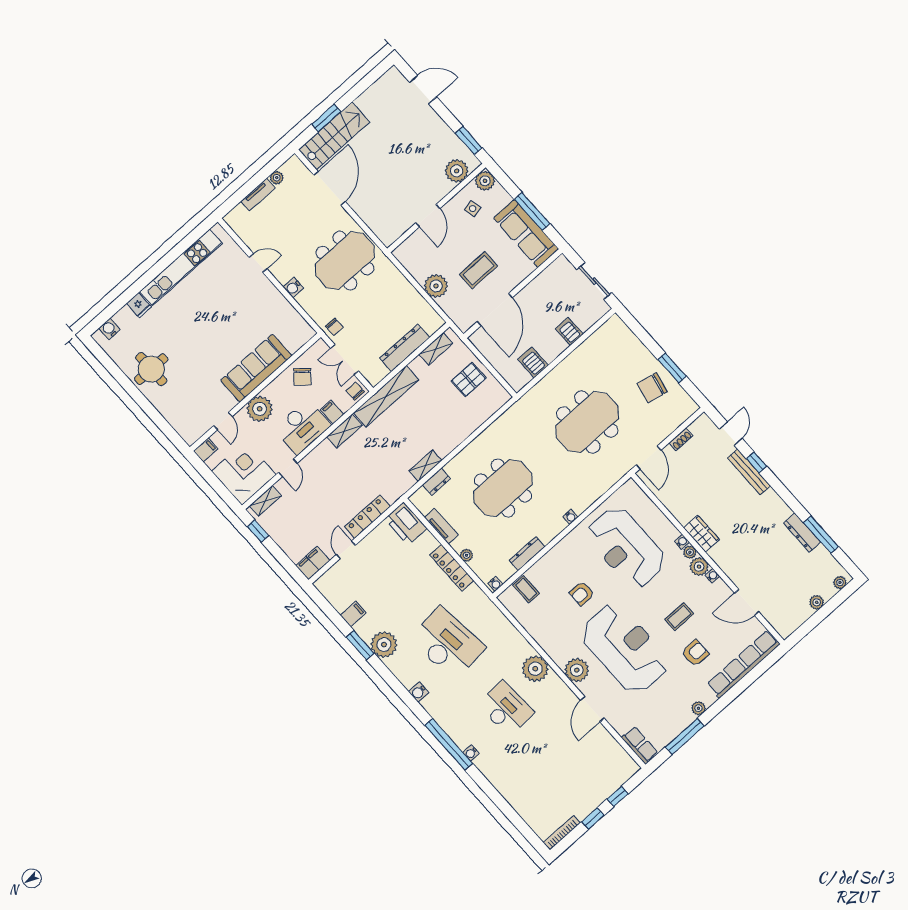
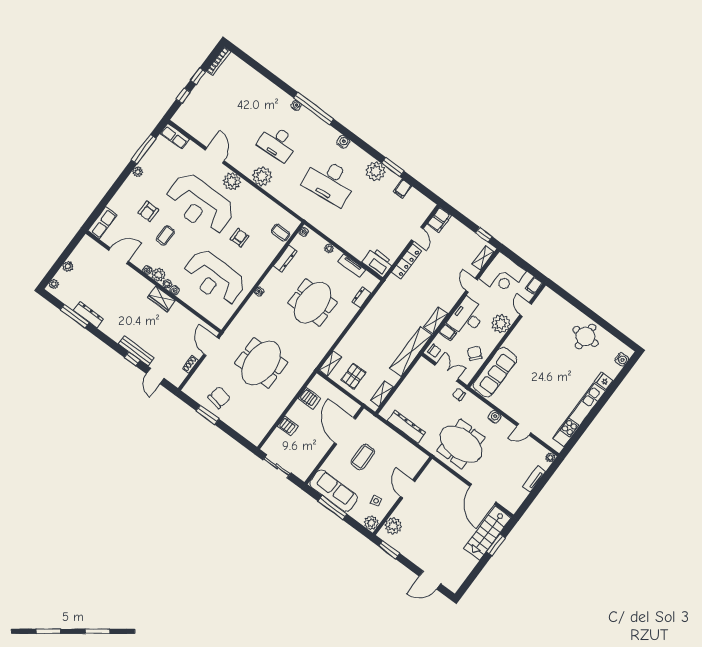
plant: (277, 178) -> (550, 457), moved
meeting table: (345, 261) -> (461, 444), turned 90
plant: (436, 286) -> (391, 439), removed
dresser: (405, 348) -> (406, 427), moved, turned -90
sofa: (256, 368) -> (495, 372), moved
shelving: (425, 466) -> (330, 364), moved
reception desk: (626, 547) -> (214, 278), turned 180
locker: (452, 568) -> (338, 237), removed
row of seats: (744, 664) -> (102, 223), width x0.50

